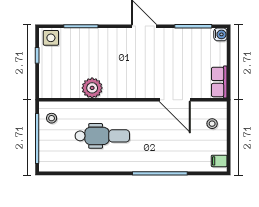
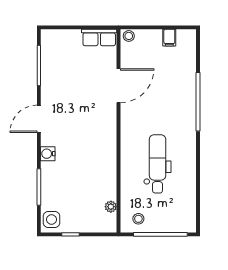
water cooler: (220, 34) -> (48, 154), moved, turned -90
plant: (92, 88) -> (111, 207), moved, width x0.53, depth x0.53
stool: (212, 124) -> (129, 36), moved
filing cabinet: (219, 161) -> (169, 38), moved

